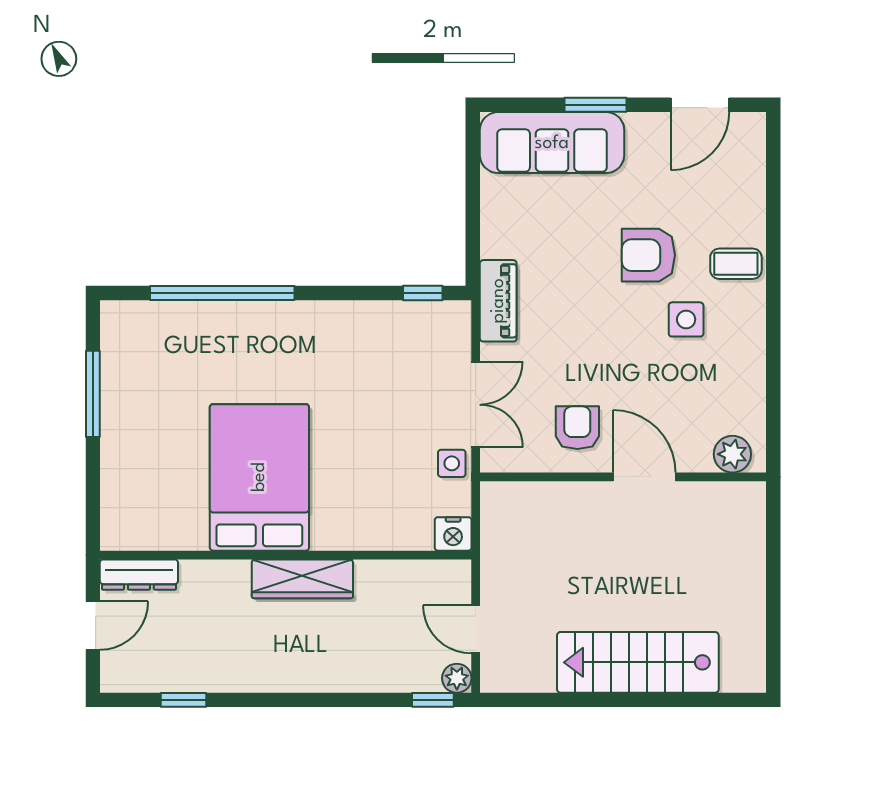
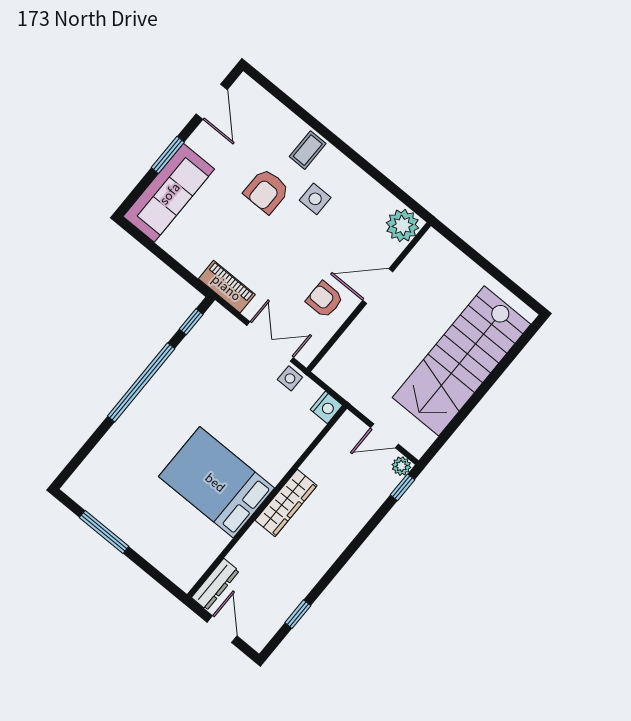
window: (222, 293) -> (141, 382), moved
plant: (732, 454) -> (402, 225), width x1.36, depth x1.36
stairs: (638, 662) -> (461, 361), width x1.36, depth x1.51

